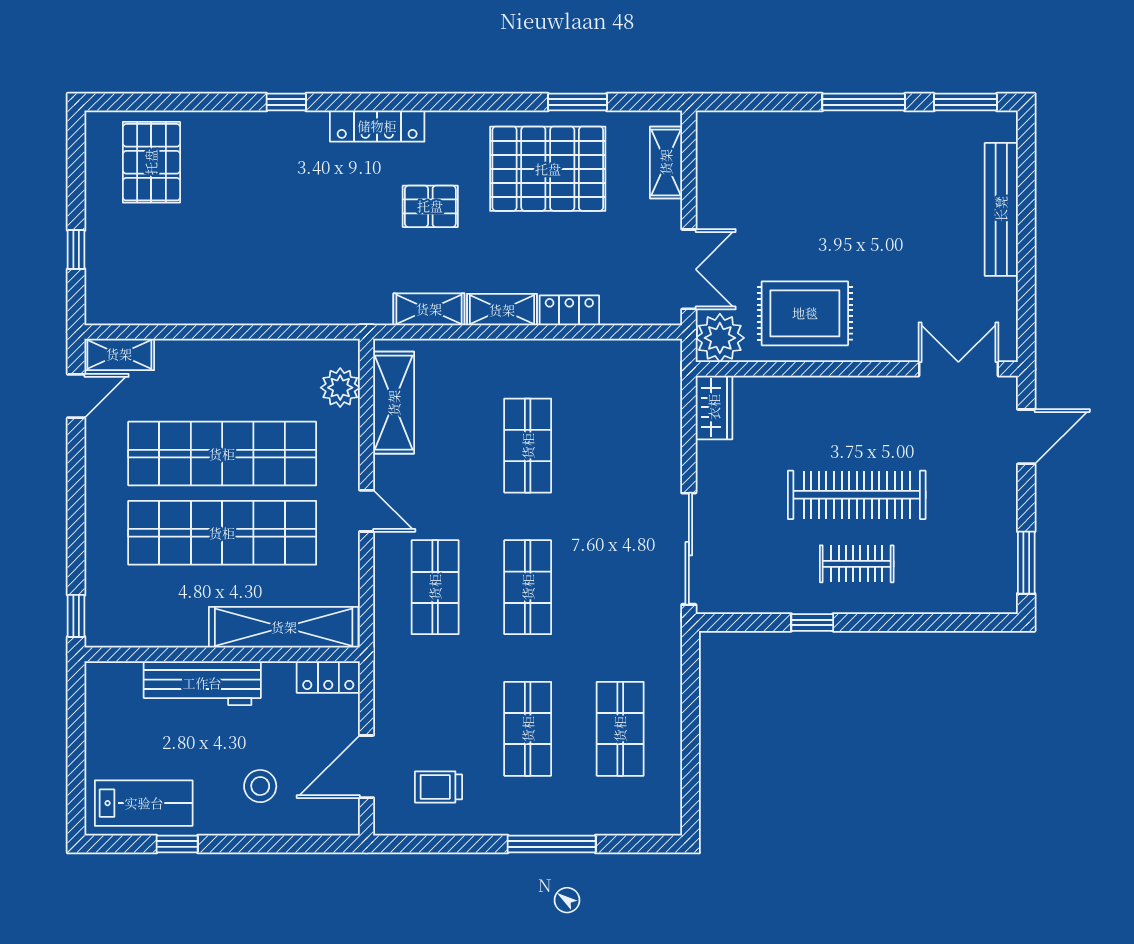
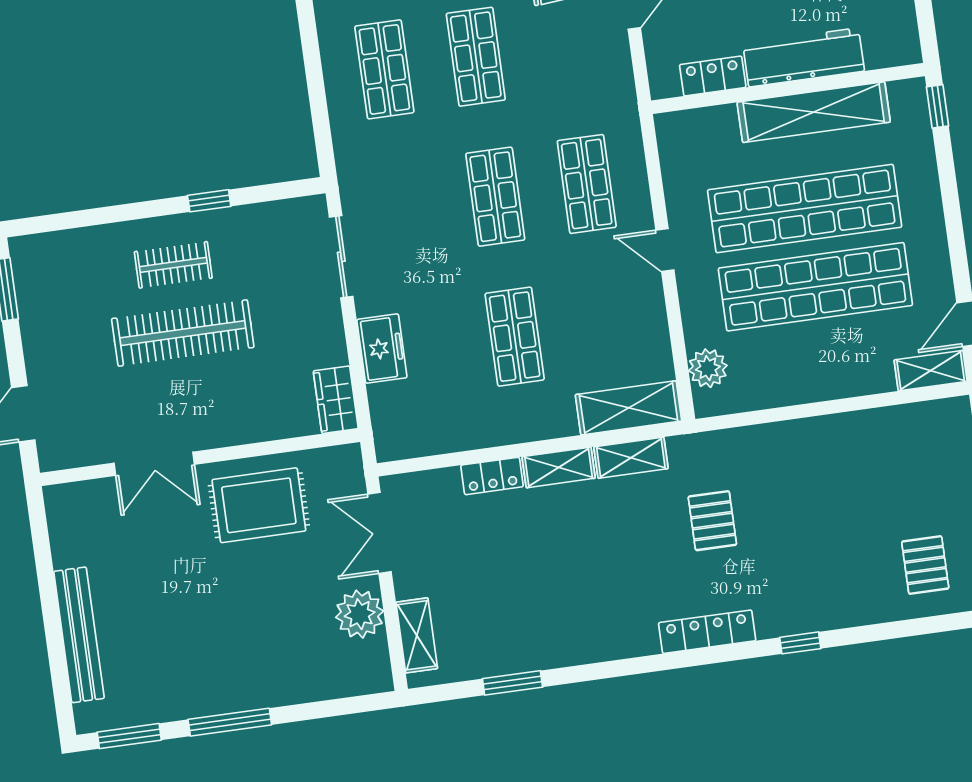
pallet: (151, 162) -> (925, 565), width x0.67, depth x0.71
pallet: (548, 169) -> (533, 613), removed
pallet: (430, 206) -> (712, 521), moved, turned 90
plant: (720, 338) -> (360, 614), moved
double door: (958, 369) -> (154, 464), moved
shelving: (394, 403) -> (629, 408), moved, turned 90
freezer: (661, 452) -> (382, 349), added
sliding door: (689, 549) -> (341, 257), width x0.73
shelving: (284, 627) -> (814, 112), moved
locker: (328, 677) -> (713, 76), moved

